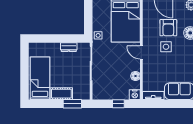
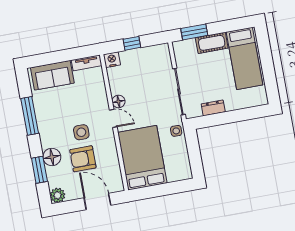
armchair: (168, 28) -> (83, 159), turned -90
floor lamp: (135, 76) -> (118, 101), moved

